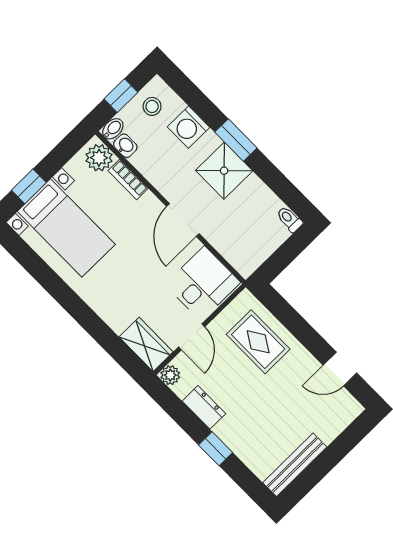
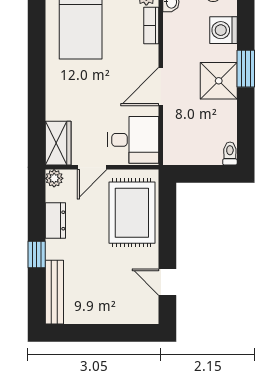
rug: (258, 342) -> (132, 213), width x1.36, depth x1.43
bench: (295, 465) -> (54, 292), moved, turned 90

